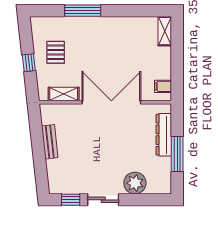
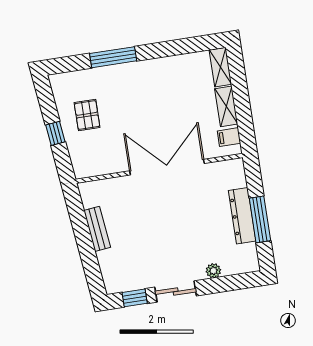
shelving: (64, 94) -> (226, 106), moved, turned 90
dresser: (164, 135) -> (242, 216), moved
plant: (135, 183) -> (213, 271), width x0.53, depth x0.53

